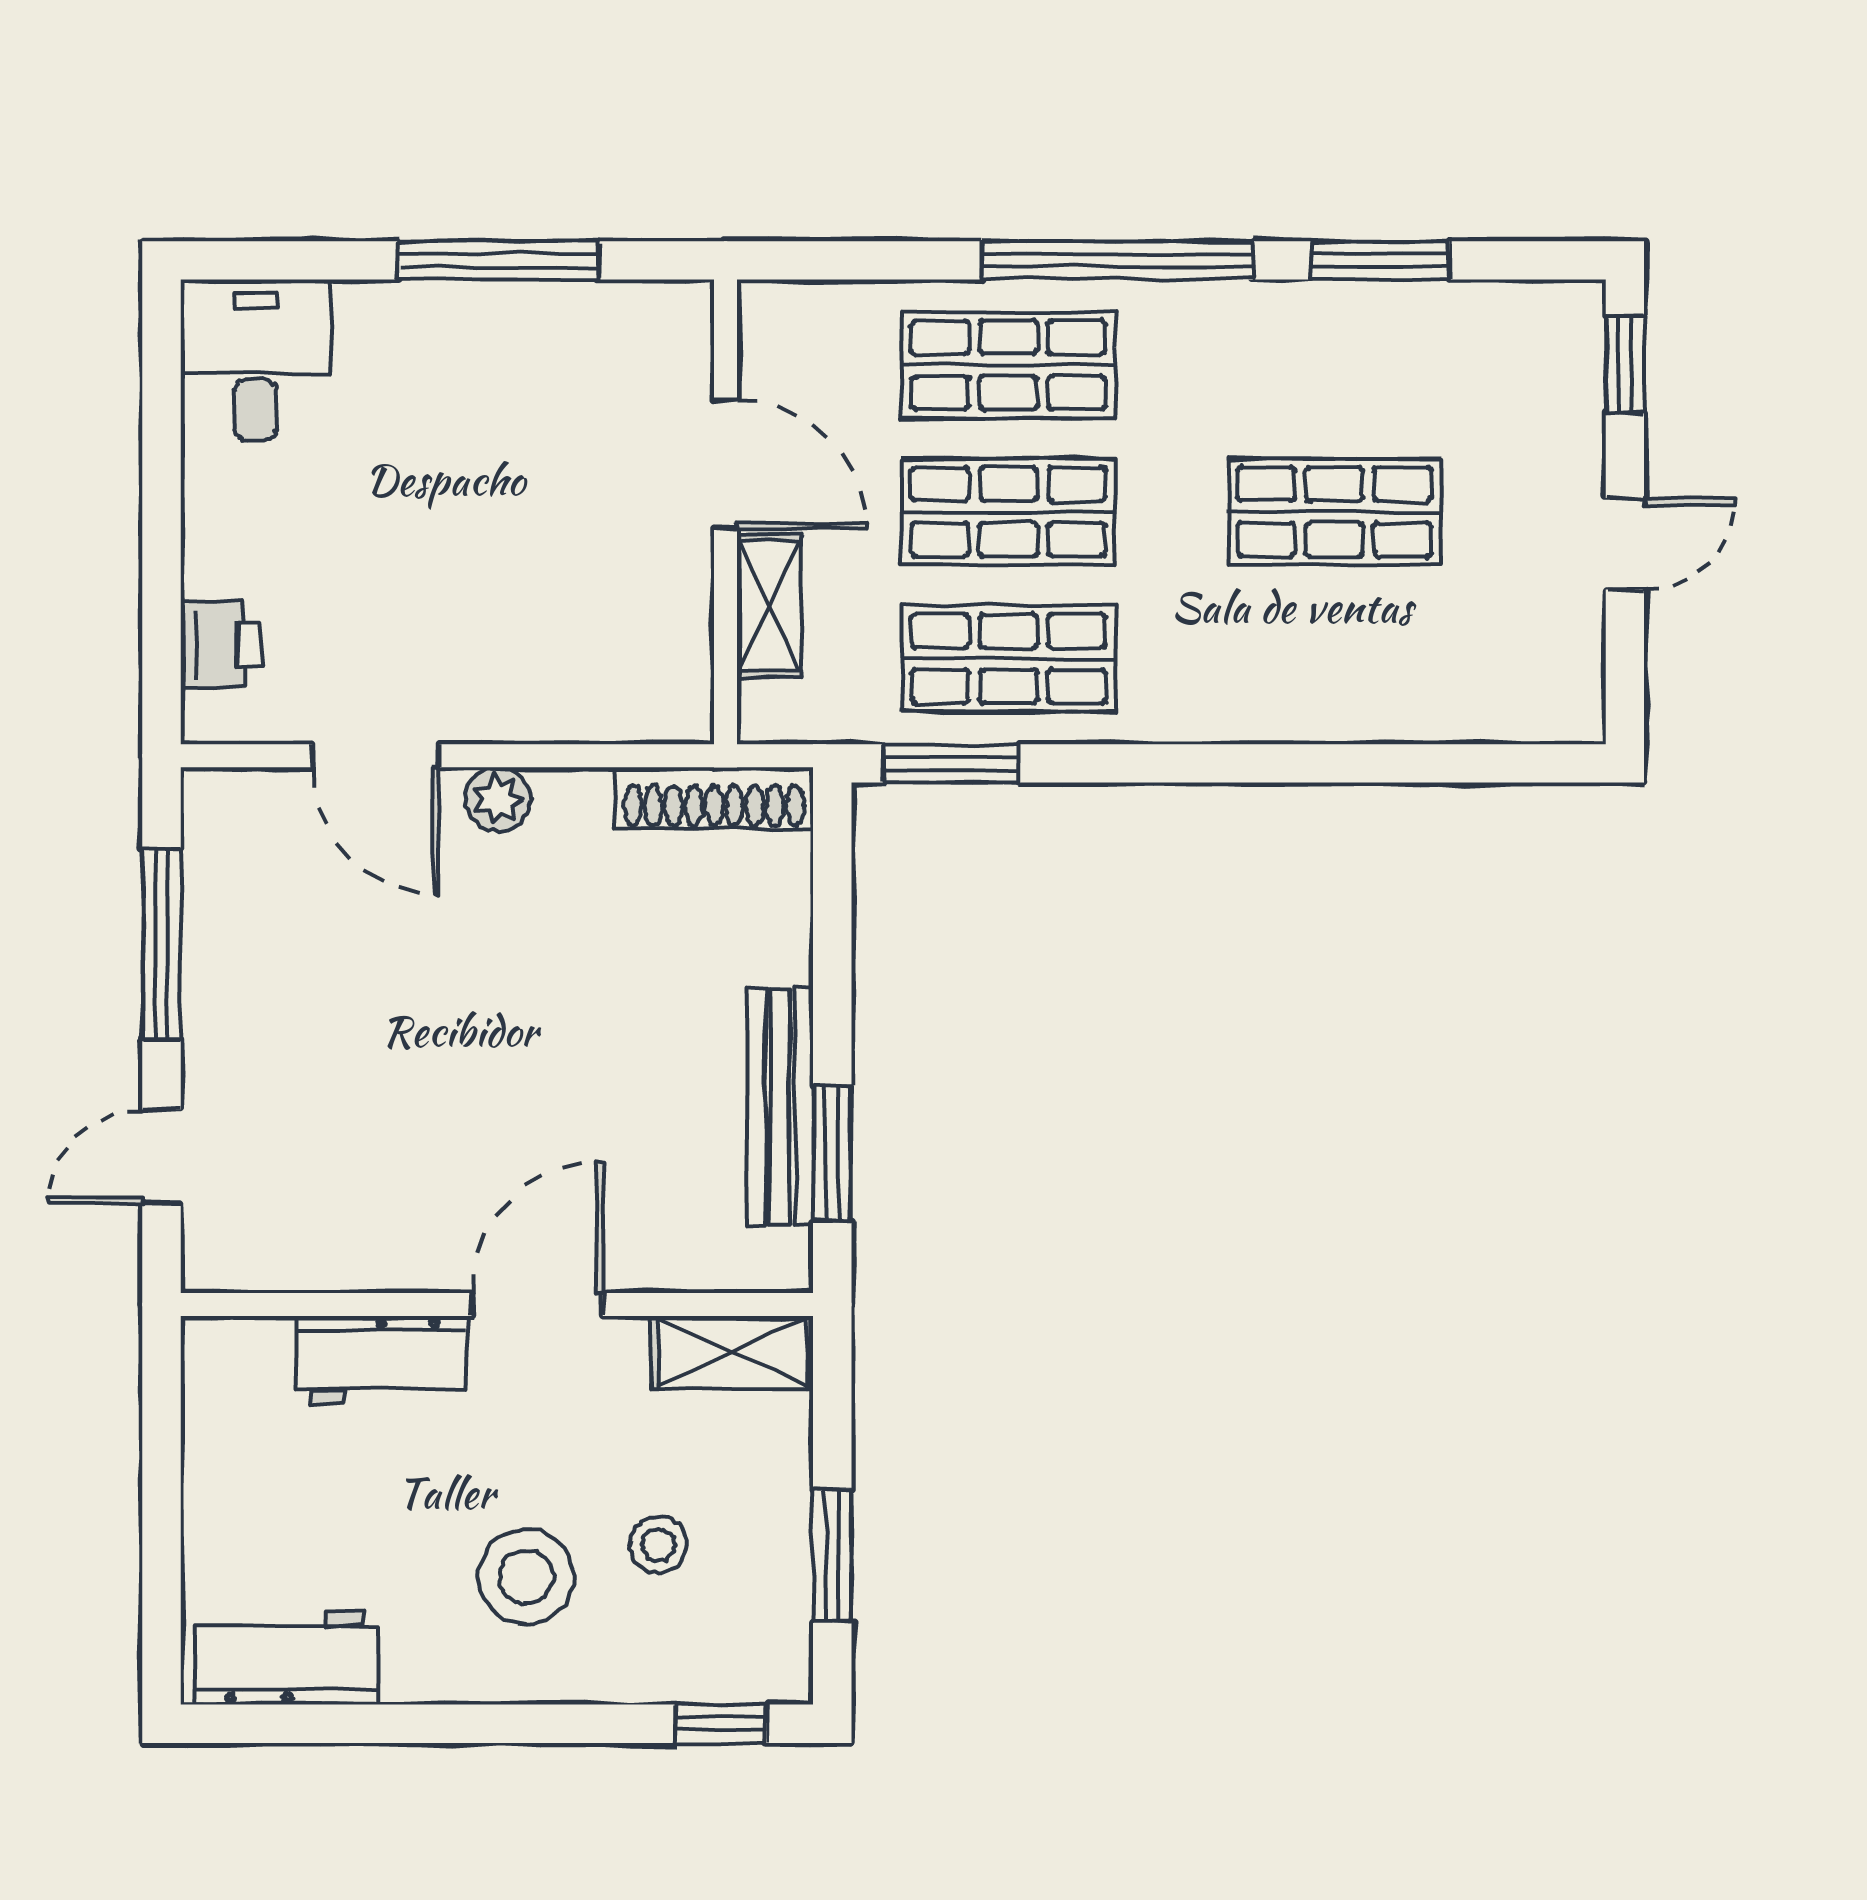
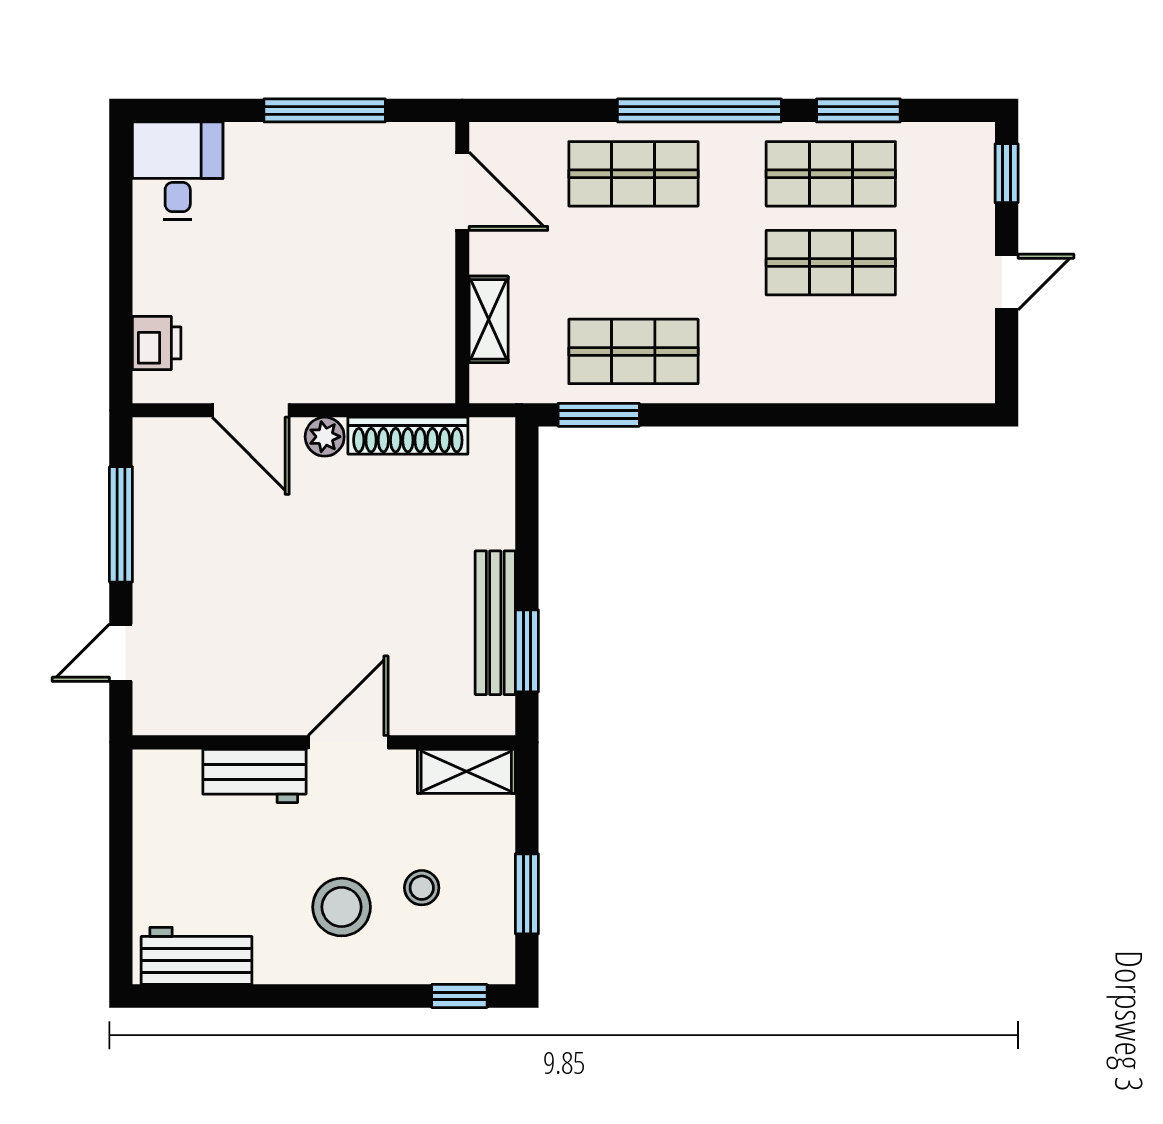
door: (726, 464) -> (462, 191), moved
shop shelf: (1008, 512) -> (831, 174), moved
shoe rack: (714, 798) -> (408, 436), moved

